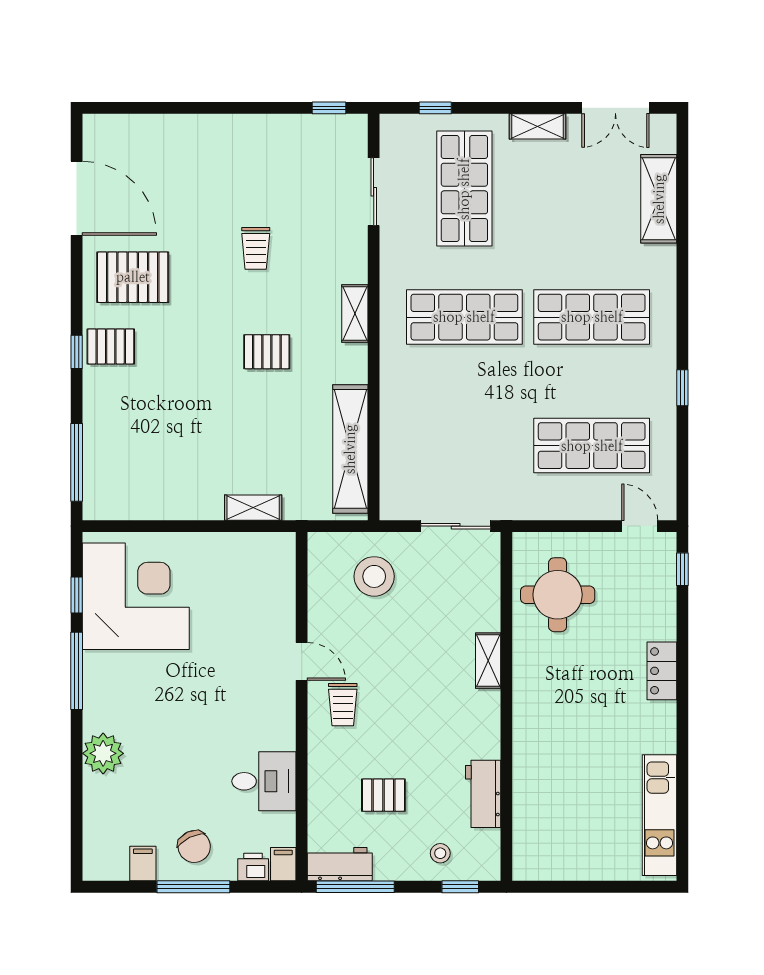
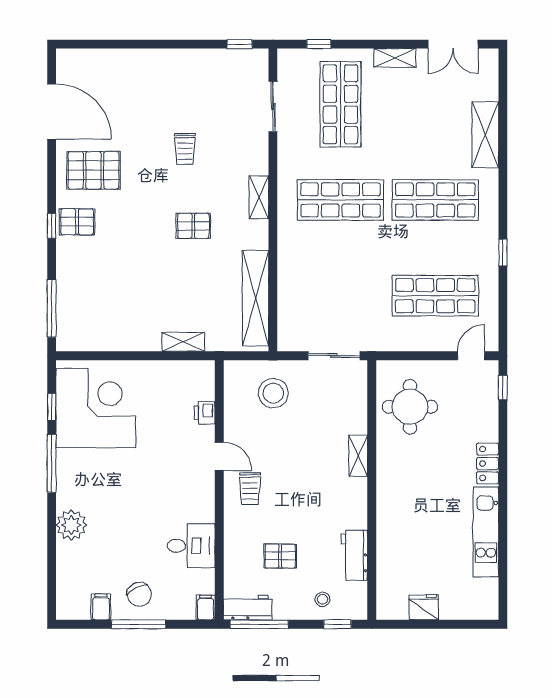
shelving: (659, 199) -> (485, 135), moved
door: (640, 526) -> (471, 356), hinge flipped
kitchen unit: (660, 815) -> (486, 532), moved
fridge: (576, 864) -> (424, 607), added
printer: (253, 867) -> (205, 413), moved, turned -90

